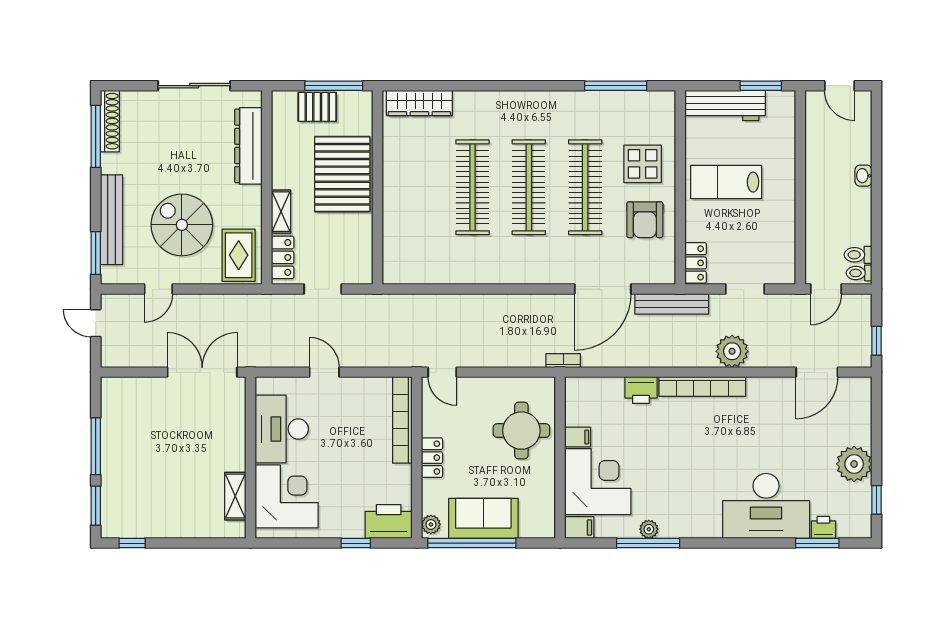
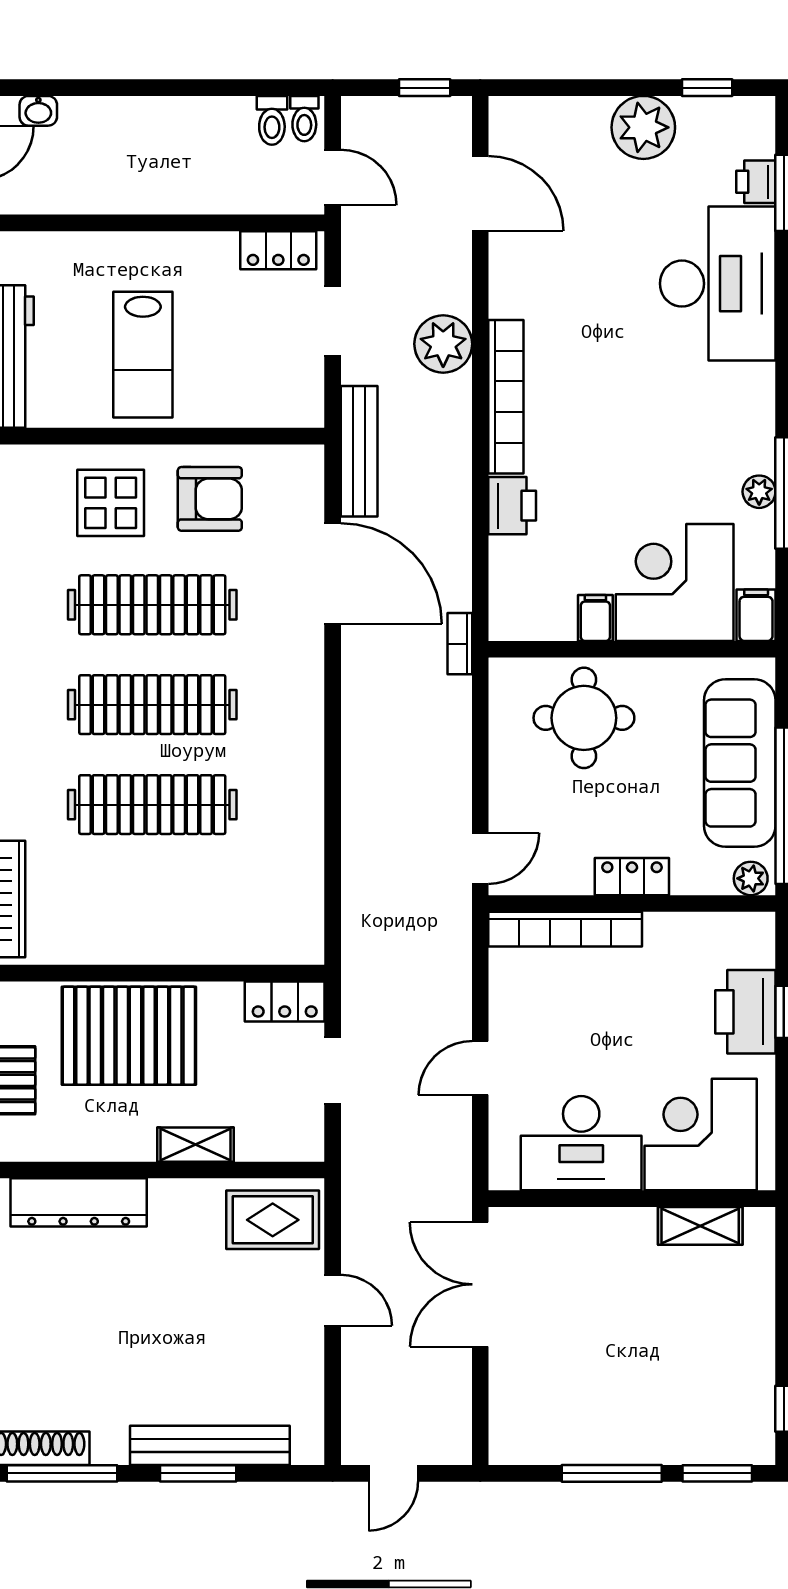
washbasin: (863, 176) -> (38, 111), moved
spiral stairs: (182, 225) -> (219, 1320), removed
window: (96, 253) -> (198, 1473), moved
locker: (283, 257) -> (285, 1001), moved, turned 180
locker: (696, 263) -> (278, 250), moved, turned 180
door: (158, 289) -> (333, 1300), moved
sofa: (483, 518) -> (740, 763), width x1.36
printer: (389, 522) -> (745, 1012), moved

